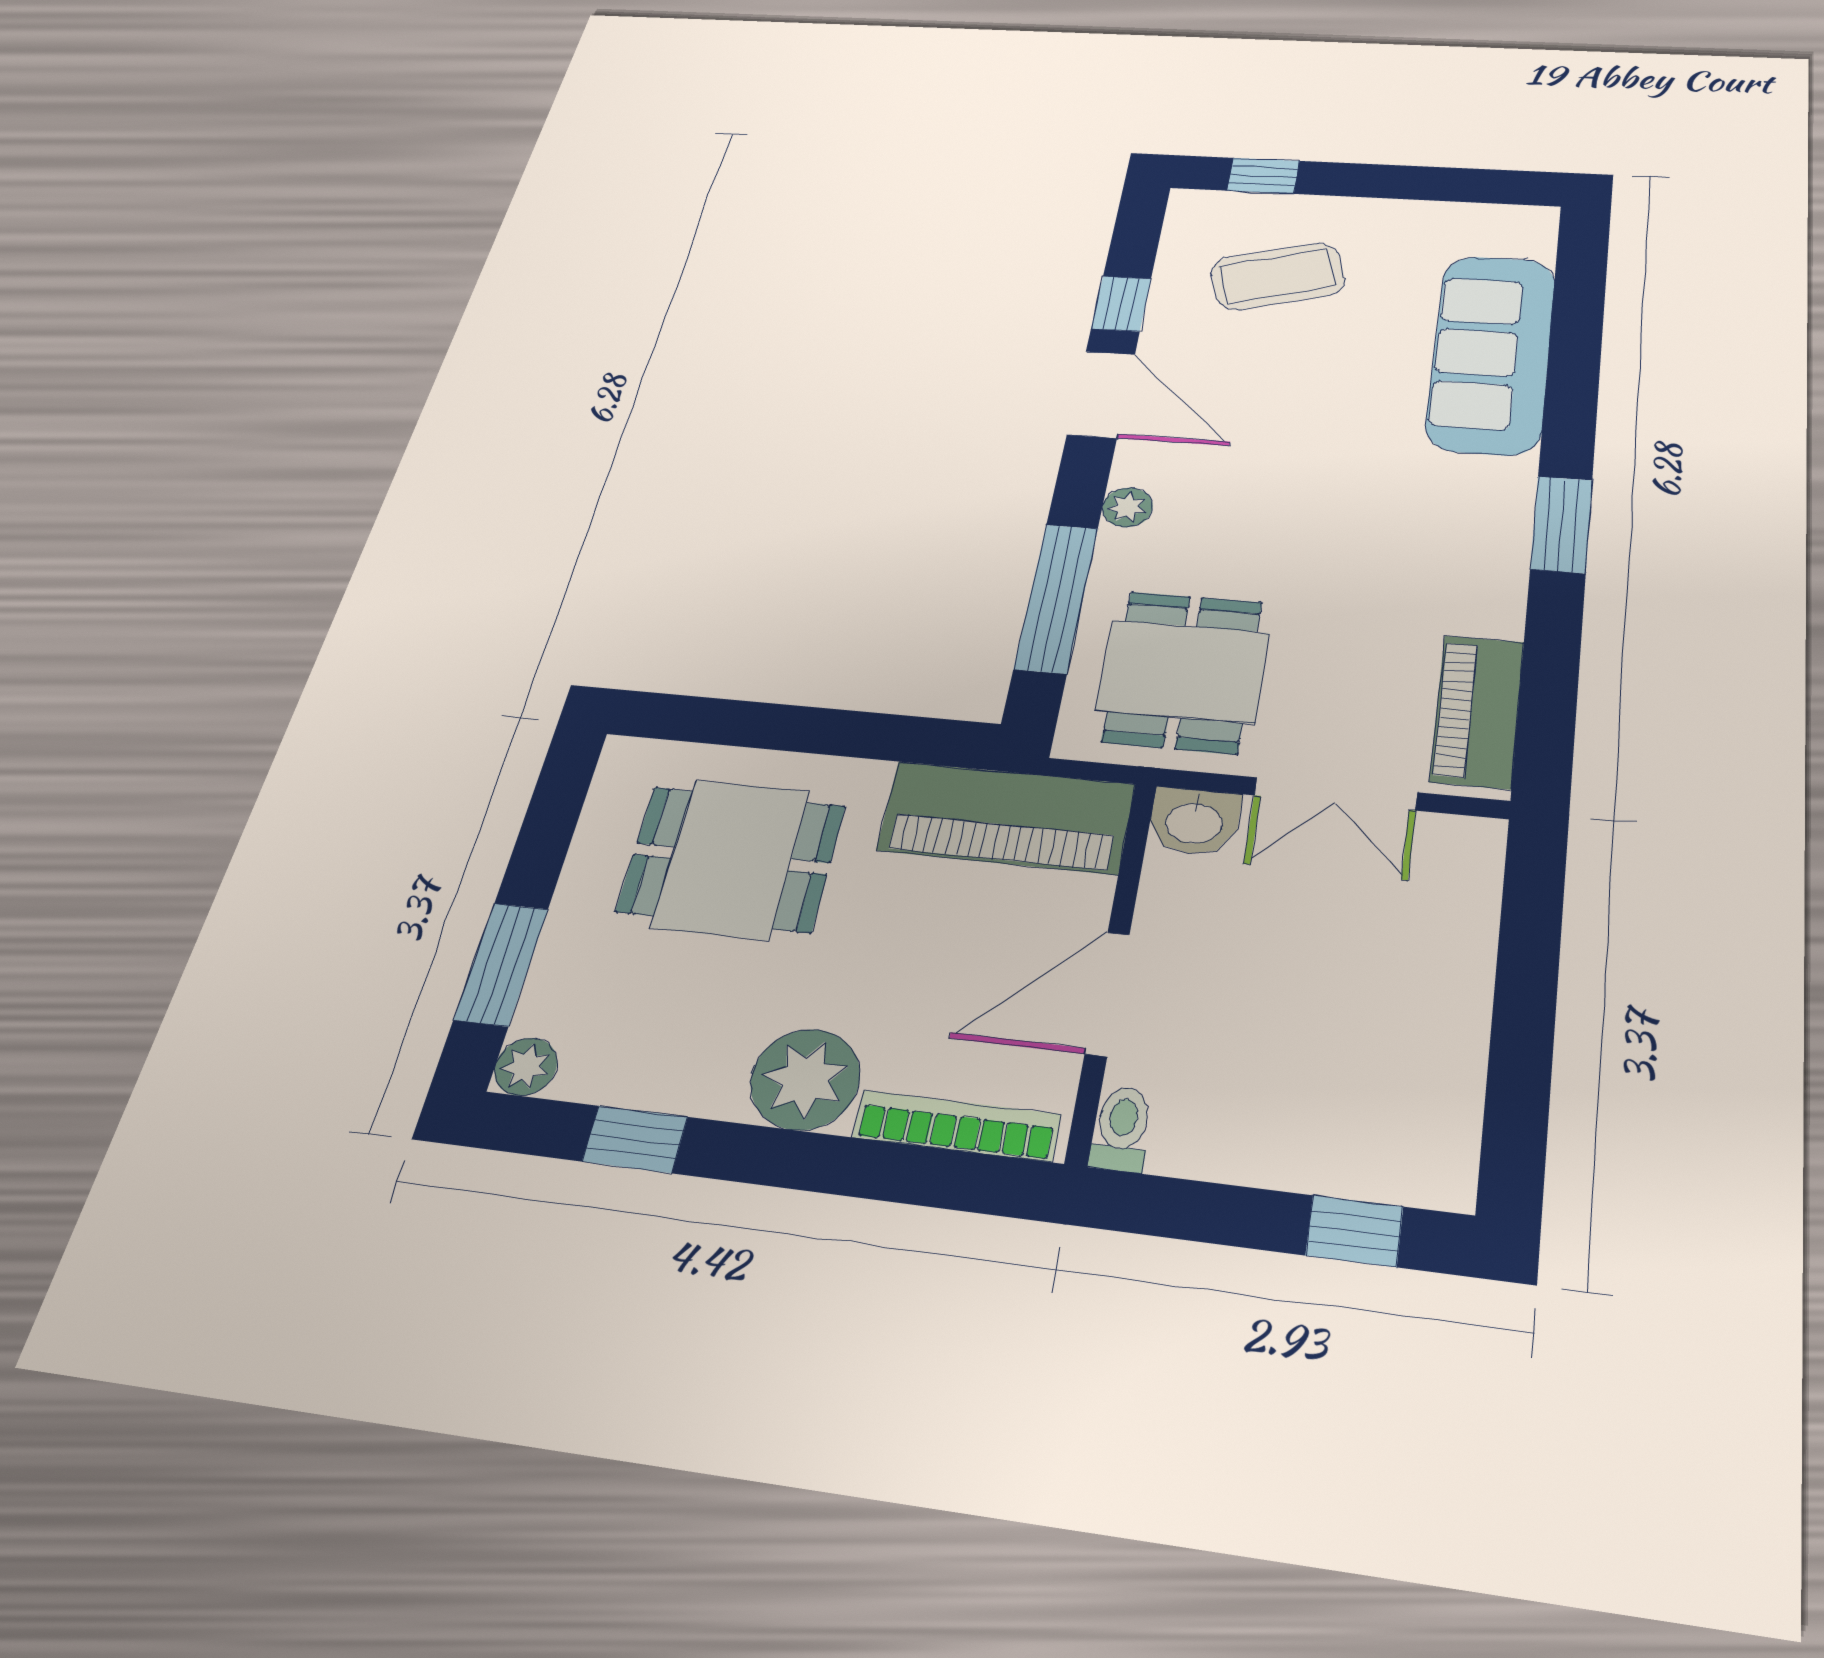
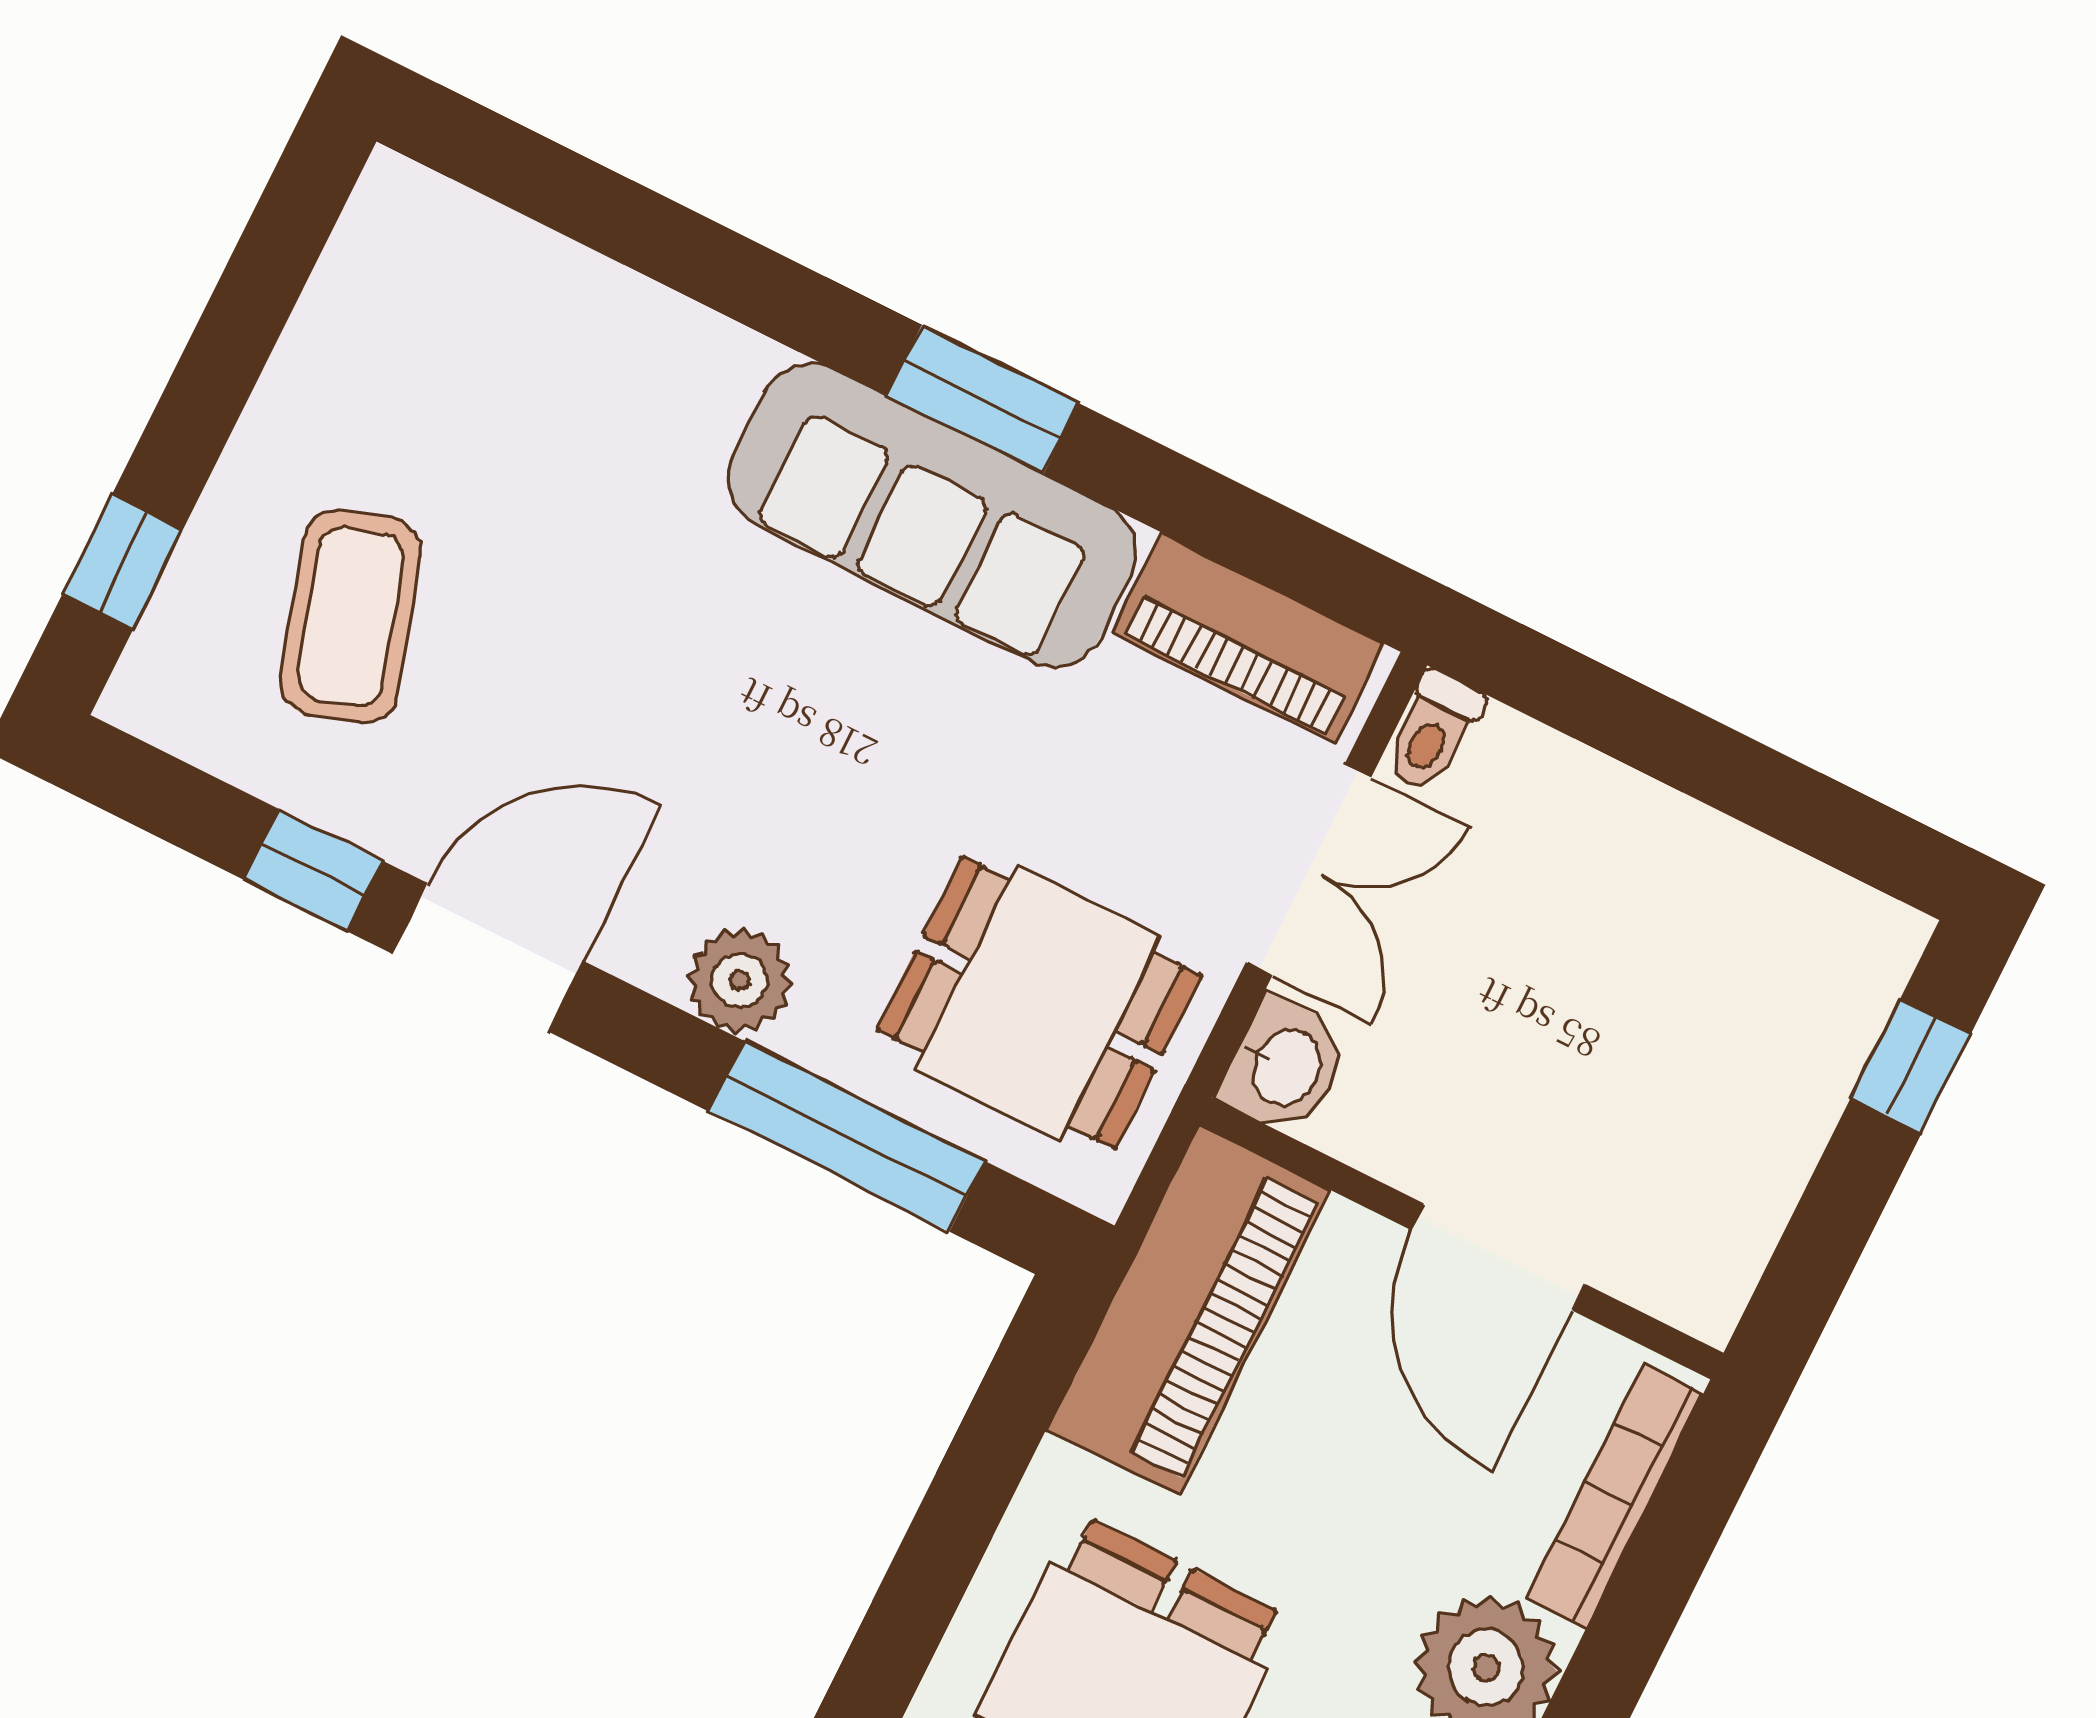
sofa: (1491, 353) -> (932, 515), moved
plant: (1127, 507) -> (740, 980), width x1.38, depth x1.38
toilet: (1122, 1129) -> (1433, 732), moved, turned -90

